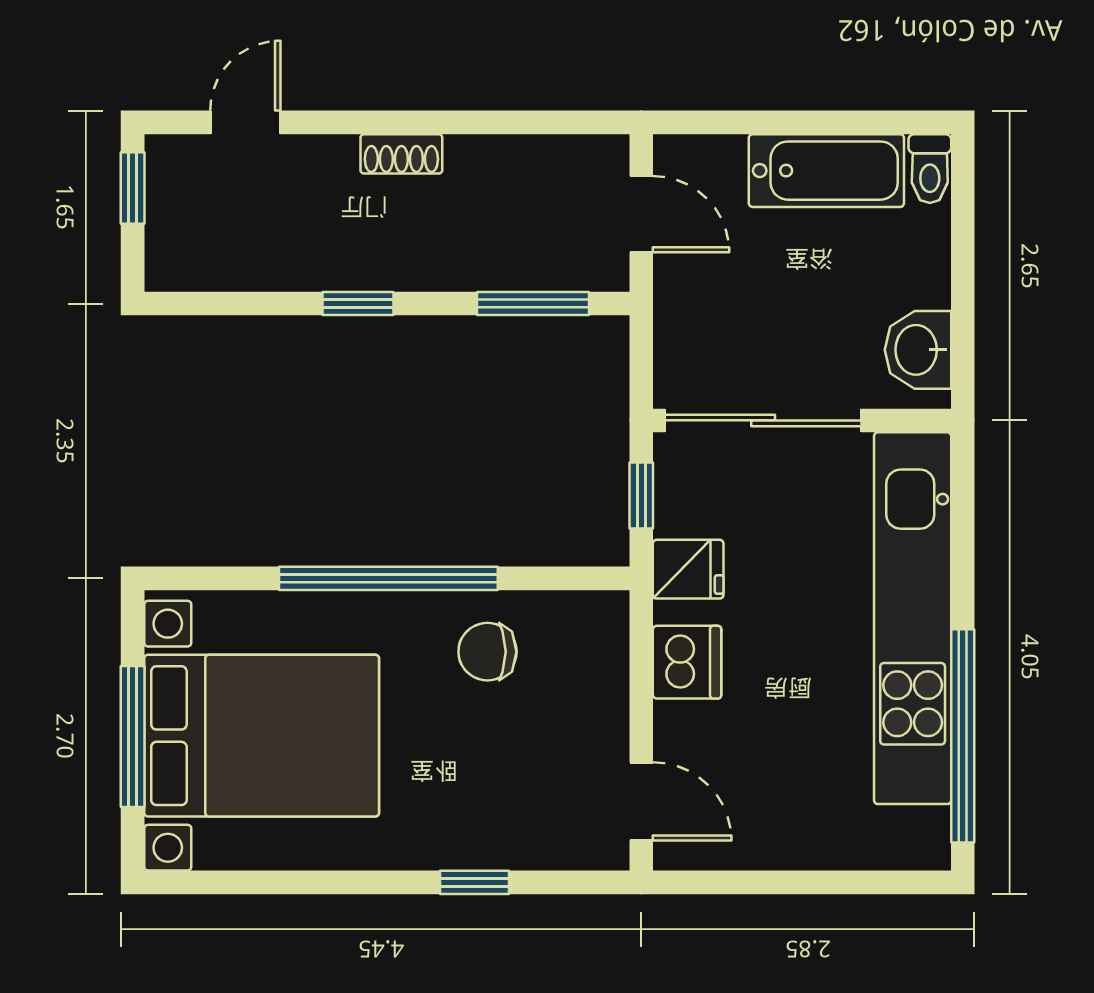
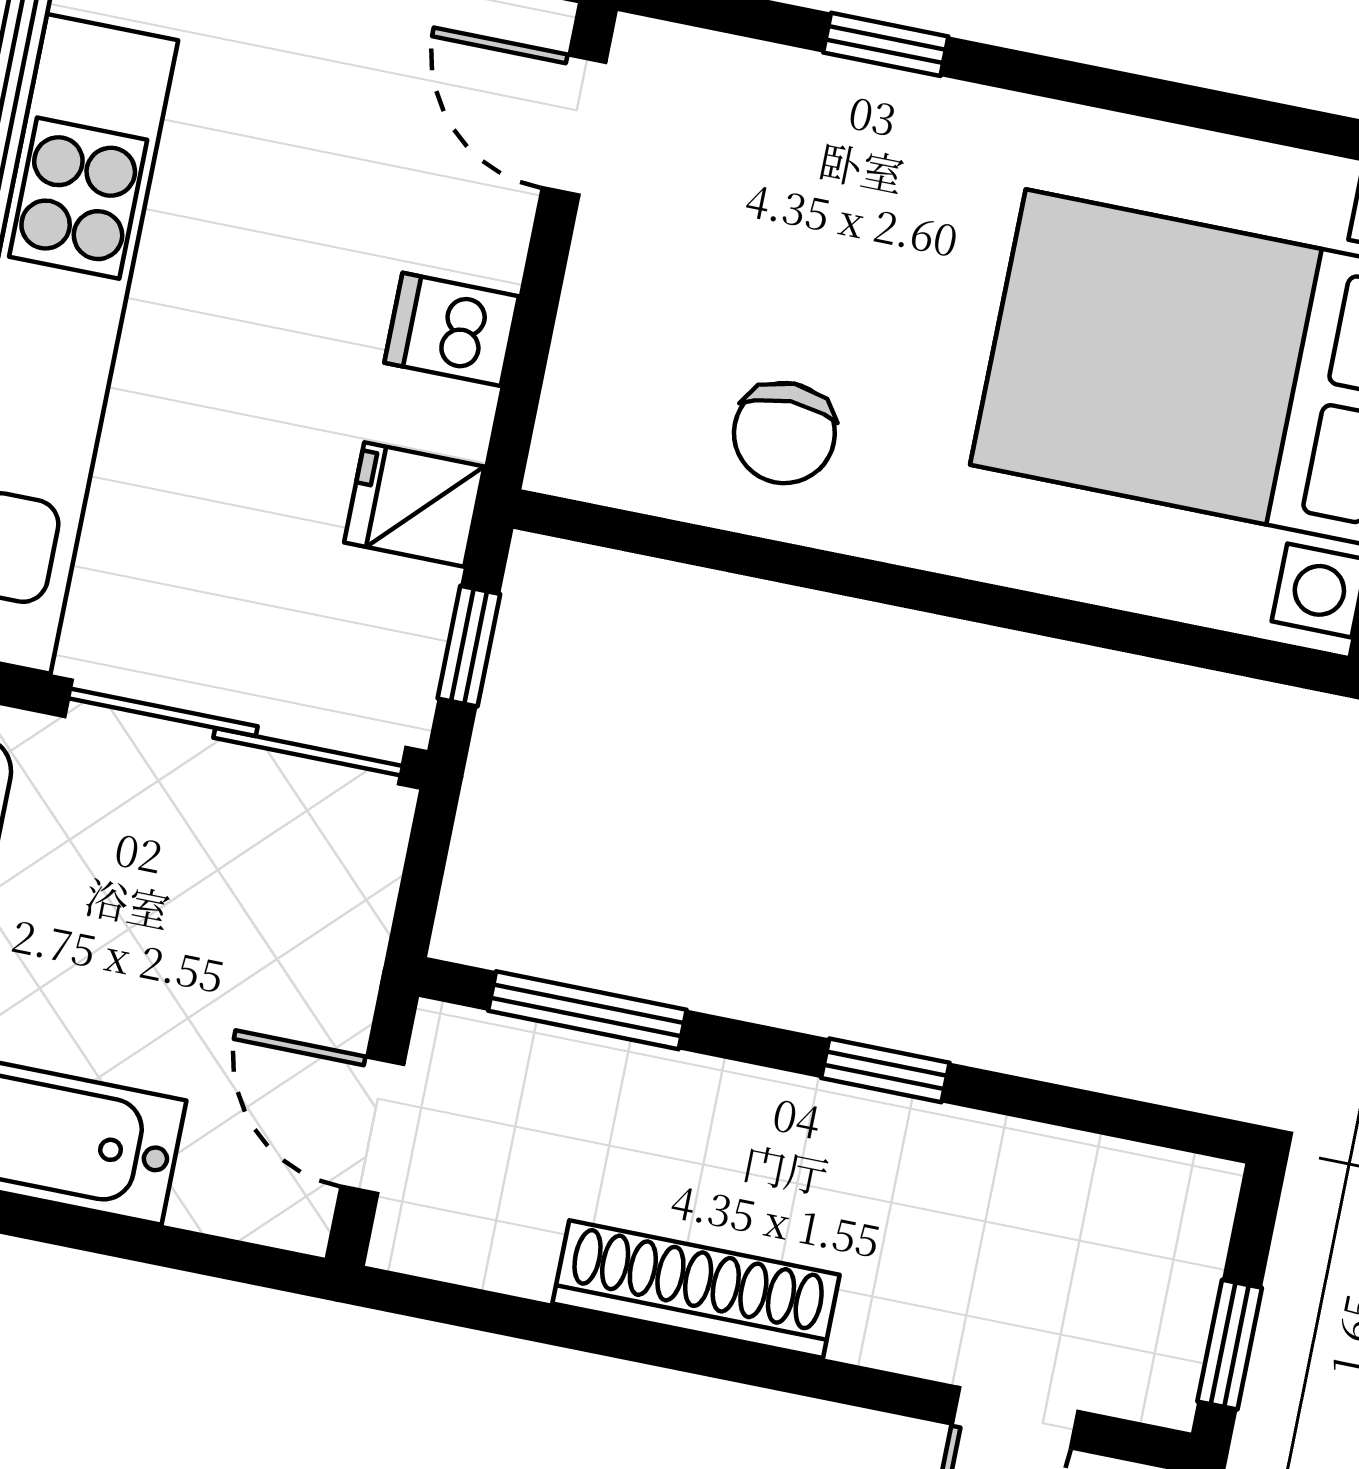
shoe rack: (401, 154) -> (696, 1289), width x1.94, depth x1.24
window: (388, 578) -> (928, 592), removed
chair: (487, 652) -> (784, 433), turned 90
dishwasher: (687, 662) -> (452, 329), width x0.73

